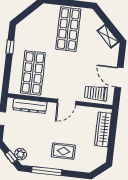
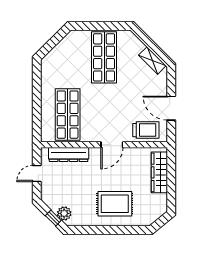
window: (10, 47) -> (37, 87), removed
trolley: (96, 93) -> (146, 130), turned 180
rug: (63, 151) -> (115, 204), width x1.36, depth x1.43
window: (47, 171) -> (98, 230), removed

